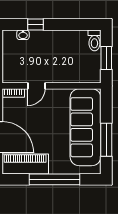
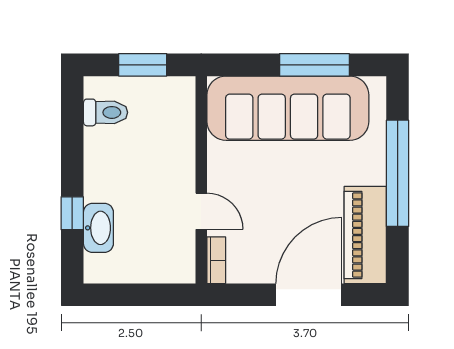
washbasin: (23, 35) -> (98, 228), width x1.91, depth x1.45
toilet: (94, 40) -> (106, 112), moved

